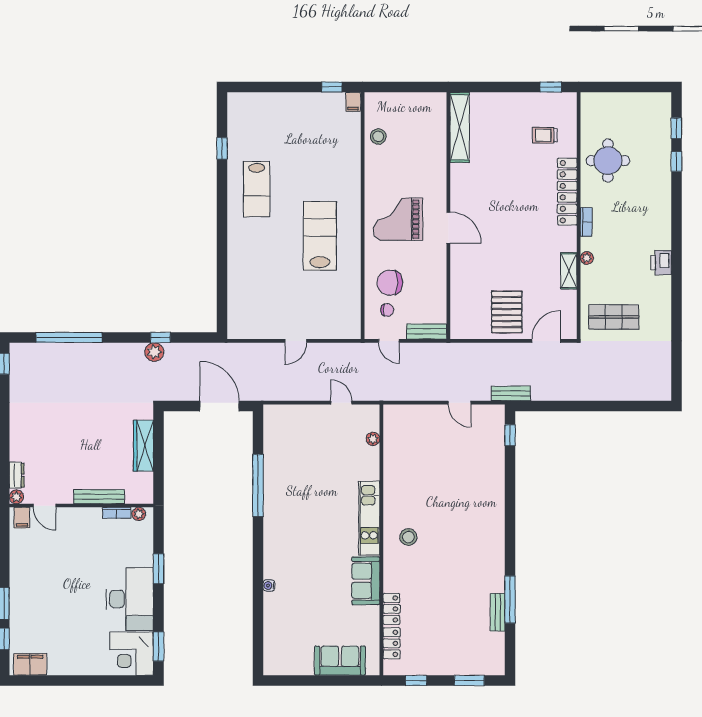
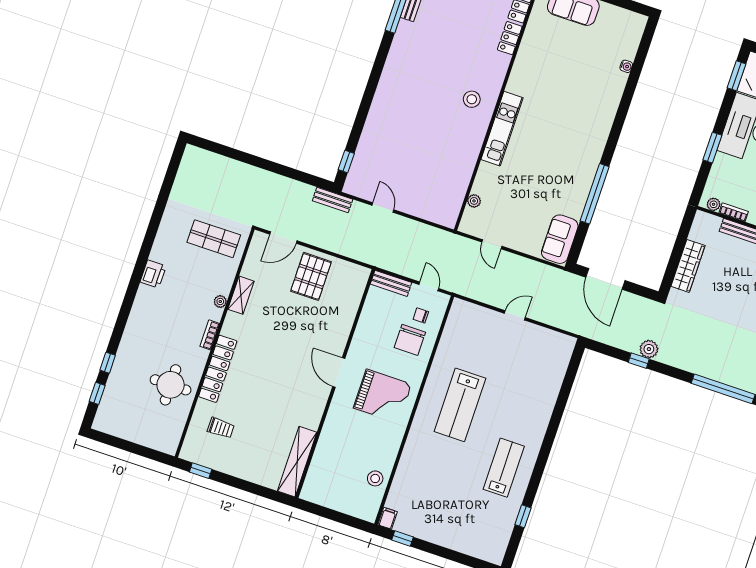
chair: (390, 283) -> (410, 340), turned 90
sofa: (366, 581) -> (560, 239), moved, turned 180
water cooler: (269, 585) -> (626, 66), moved

